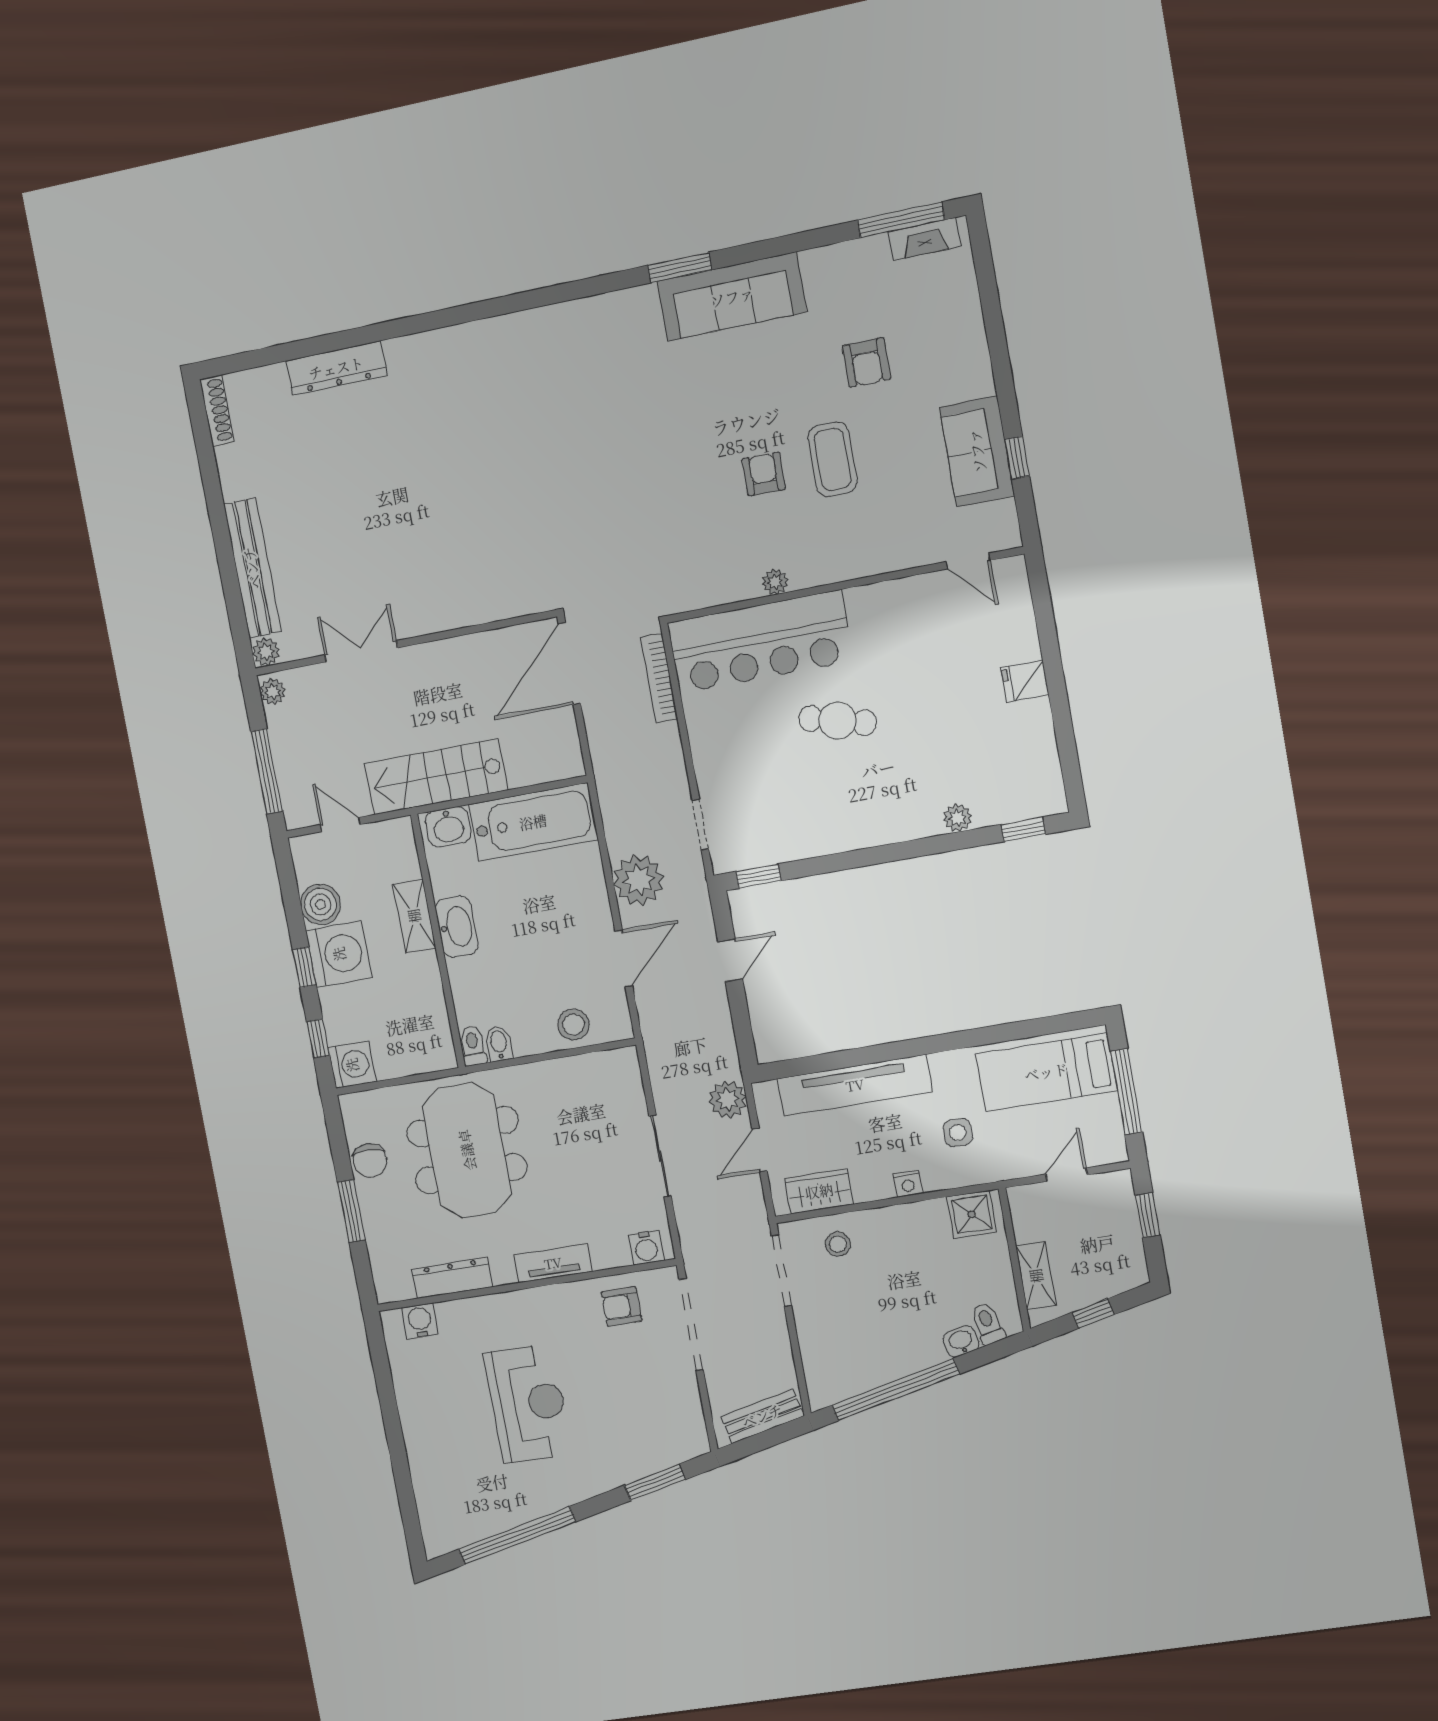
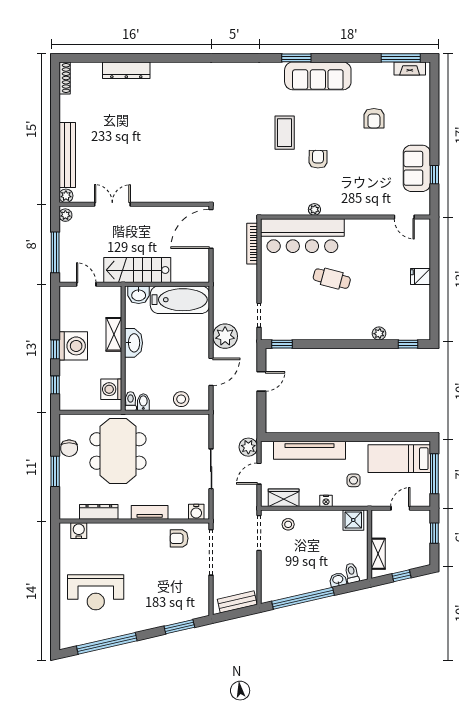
coffee table: (832, 459) -> (285, 133), moved
boiler: (321, 904) -> (69, 321), removed
washing machine: (352, 1065) -> (111, 389), moved, turned 180
reception desk: (528, 1404) -> (96, 592), moved, turned 90

